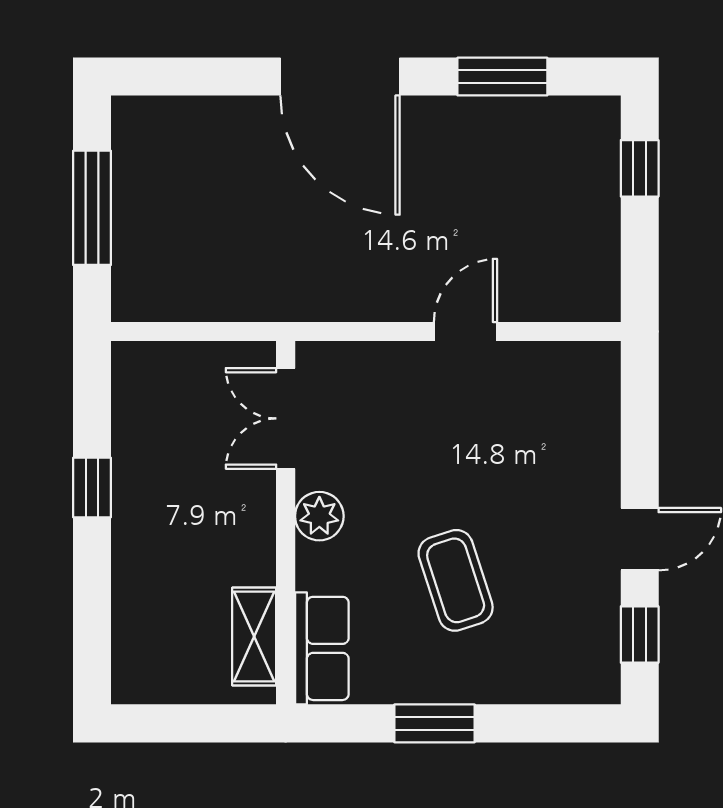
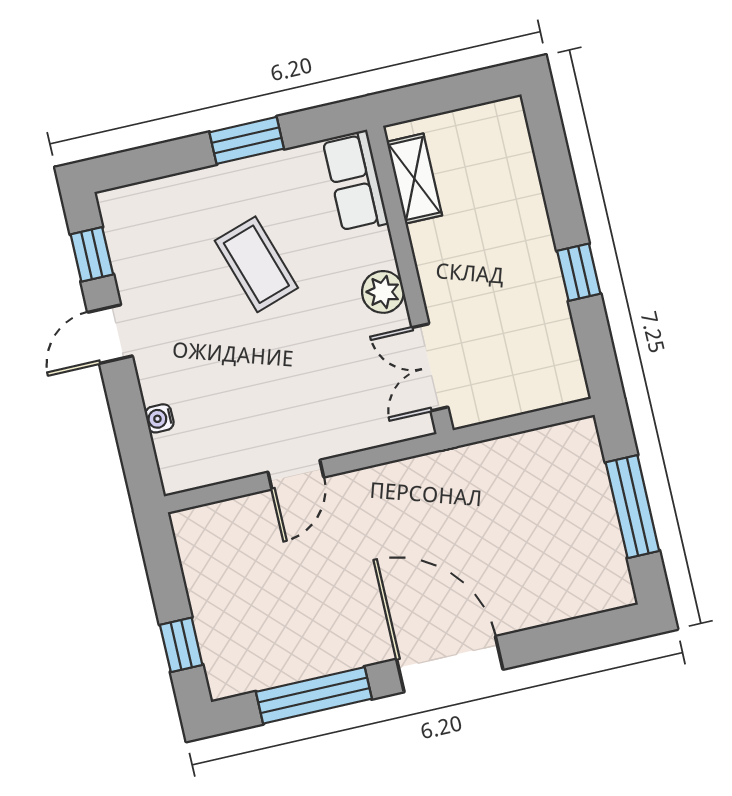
window: (502, 77) -> (314, 695), width x1.44
double door: (286, 418) -> (430, 367), swing flipped
water cooler: (606, 431) -> (159, 418), added

